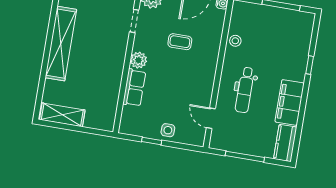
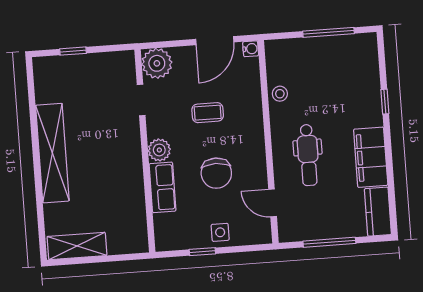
chair: (176, 87) -> (216, 173), added

